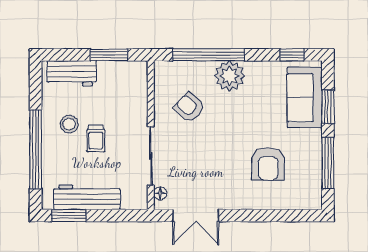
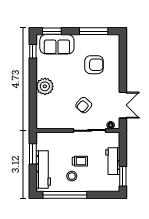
window: (209, 55) -> (33, 98), removed
workbench: (72, 73) -> (43, 170), width x1.38
armchair: (189, 107) -> (84, 105), moved
window: (328, 107) -> (52, 31), moved
window: (36, 149) -> (65, 195), moved
workbench: (87, 197) -> (113, 161), width x0.73

